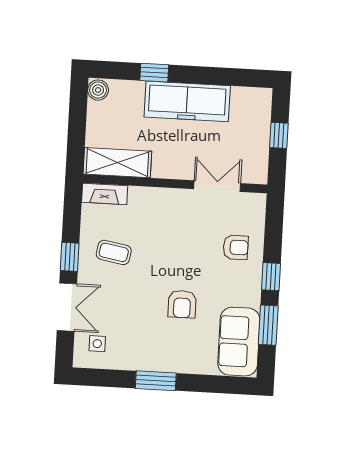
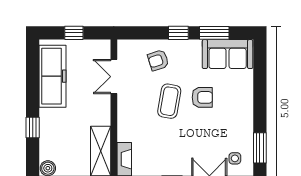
freezer: (187, 101) -> (53, 76), moved
armchair: (236, 247) -> (158, 60), turned -108
coffee table: (114, 252) -> (169, 101), moved, width x1.36, depth x1.30
window: (156, 381) -> (260, 148), moved

